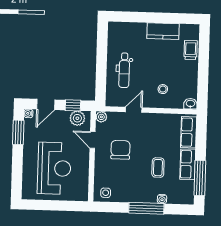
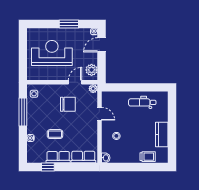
dental chair: (124, 70) -> (142, 102), moved
door: (46, 104) -> (102, 45), hinge flipped
window: (73, 105) -> (102, 66), removed
window: (18, 132) -> (69, 24), moved
reception desk: (54, 168) -> (52, 53), turned 180
window: (200, 178) -> (48, 167), width x0.46
window: (146, 208) -> (23, 112), moved

